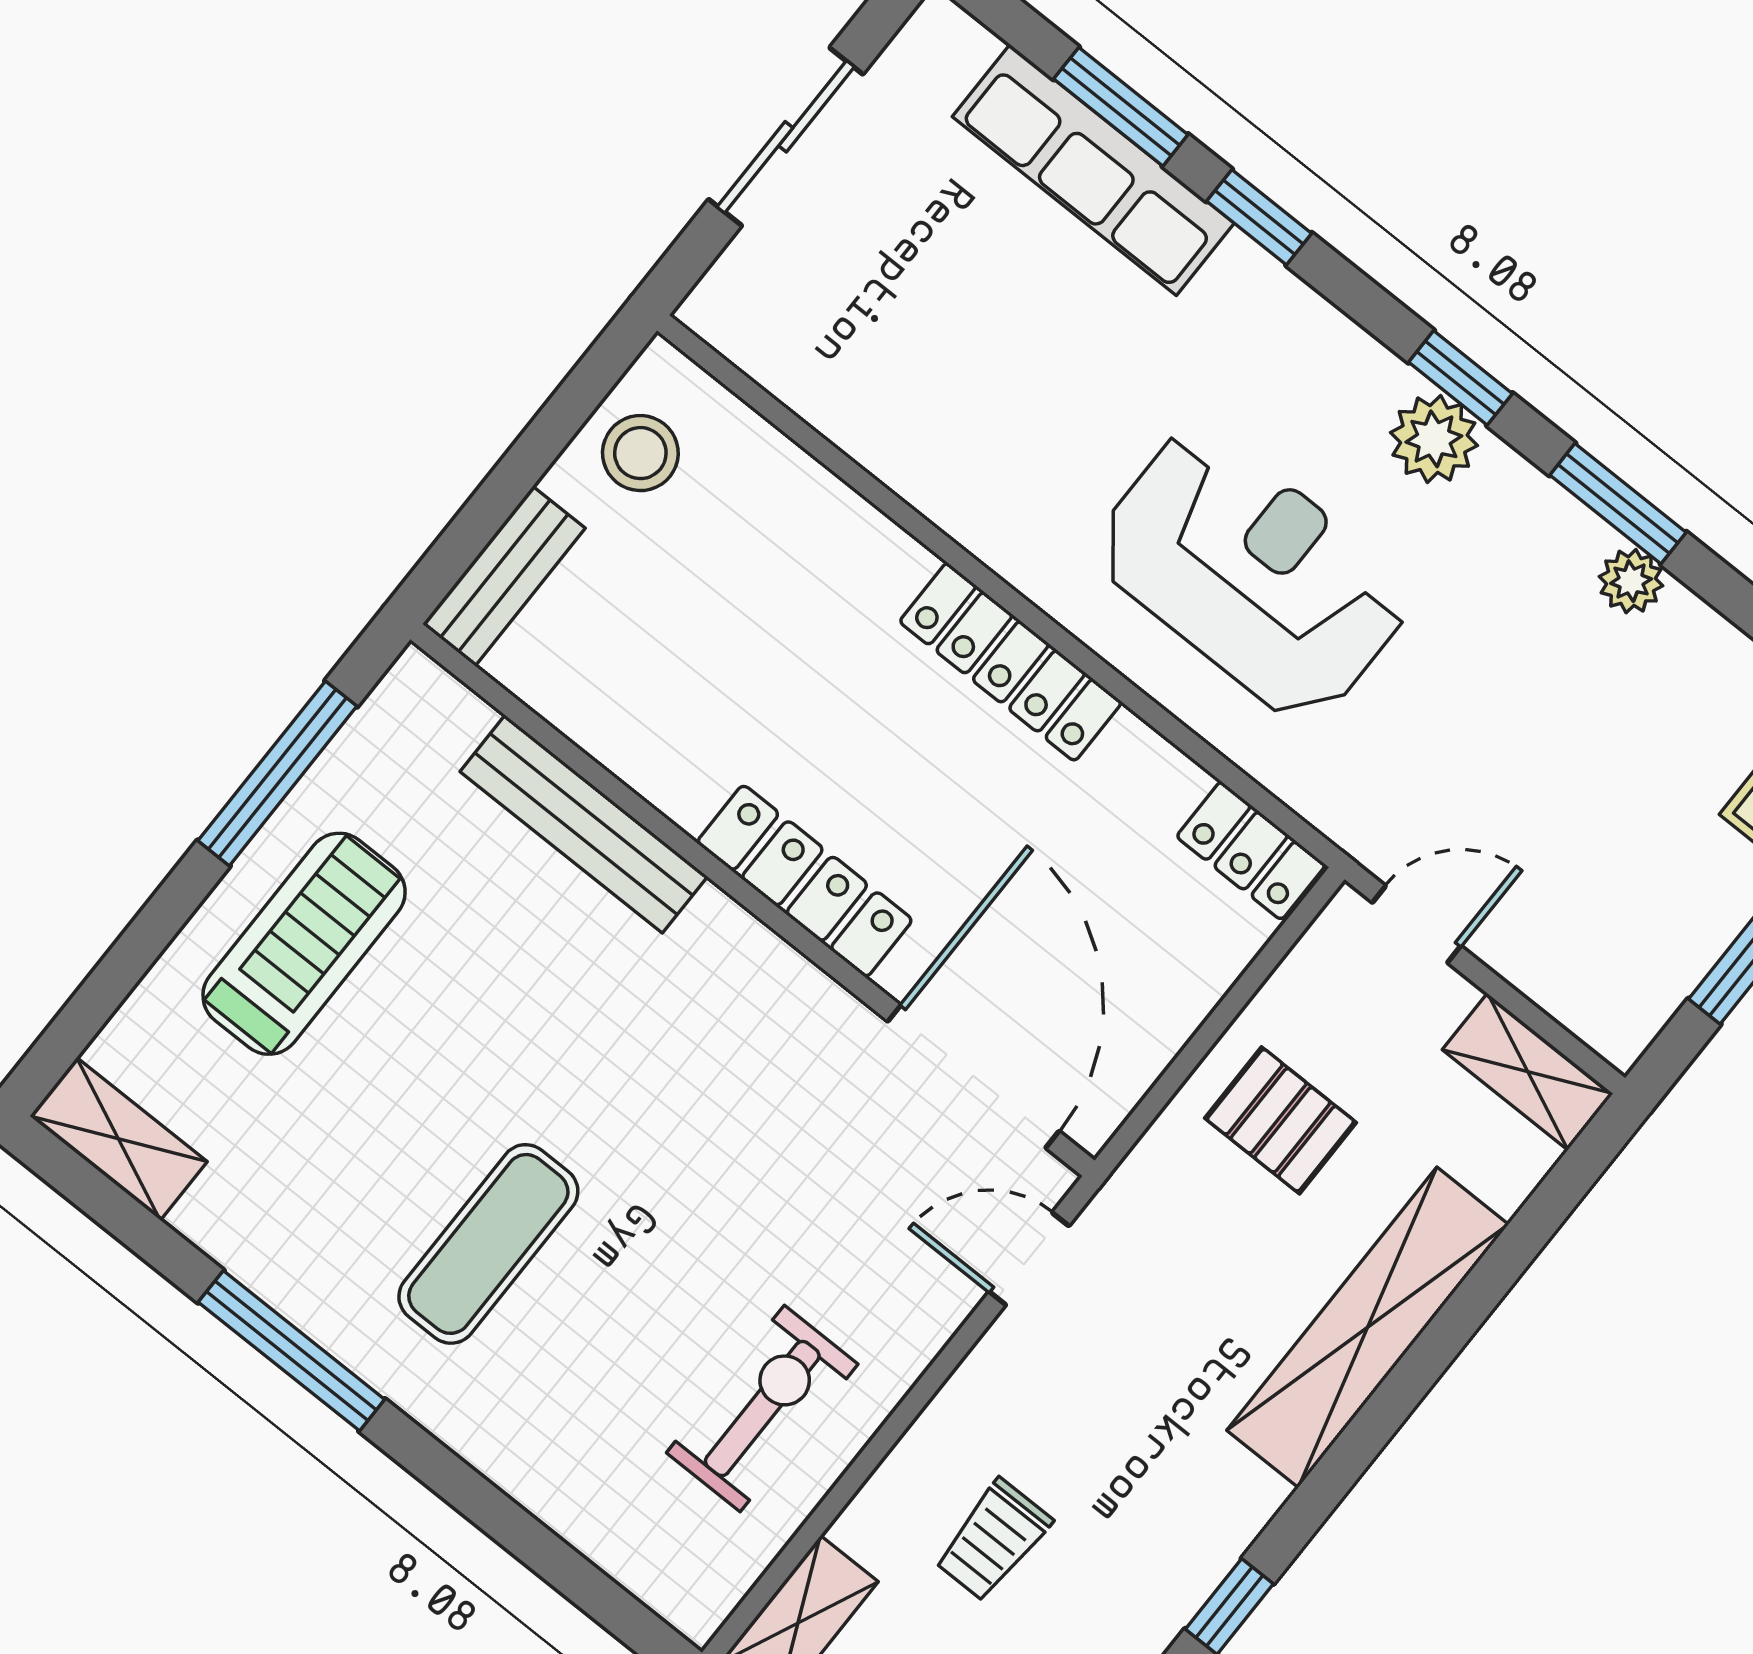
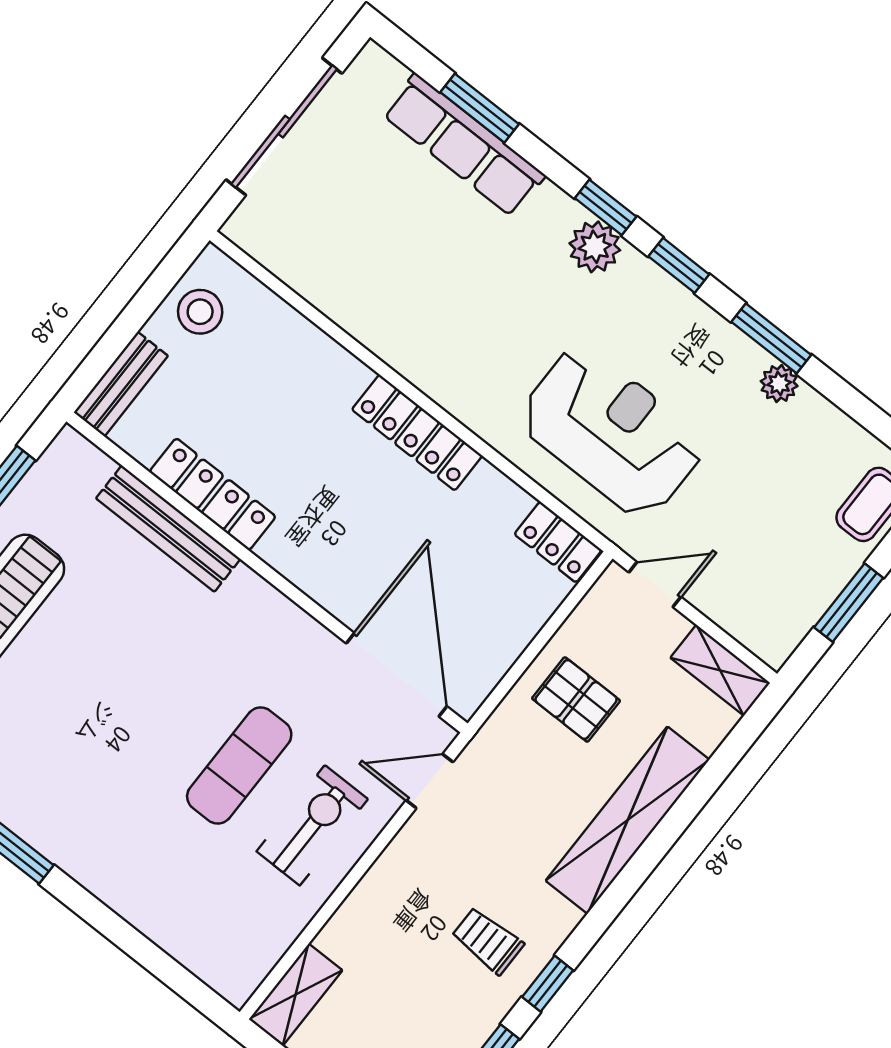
sliding door: (786, 137) -> (284, 127), width x1.37
window: (1259, 217) -> (606, 207), moved
plant: (1434, 439) -> (595, 247), moved
reception desk: (1252, 574) -> (612, 432), moved
locker: (805, 881) -> (213, 494), moved
exercise mat: (488, 1244) -> (239, 765), moved
exercise bike: (762, 1409) -> (312, 825), moved
trolley: (993, 1540) -> (488, 941), moved, turned 90

